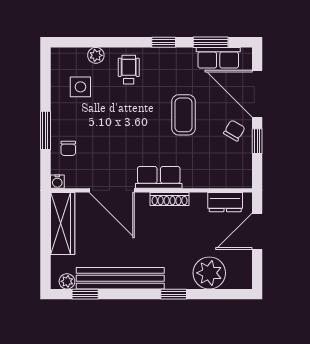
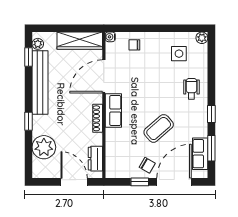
plant: (96, 55) -> (202, 38), moved
wheelchair: (129, 70) -> (191, 89), turned -90
coffee table: (183, 115) -> (159, 128), turned -41
window: (45, 130) -> (147, 28), removed

